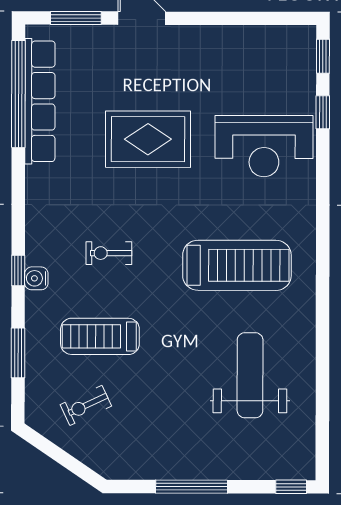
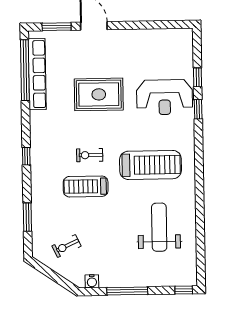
window: (323, 56) -> (198, 109), moved
exercise bike: (109, 253) -> (90, 155), moved
window: (18, 271) -> (26, 156), moved
water cooler: (36, 278) -> (92, 281), moved, turned -90
treadmill: (100, 336) -> (86, 186), moved

